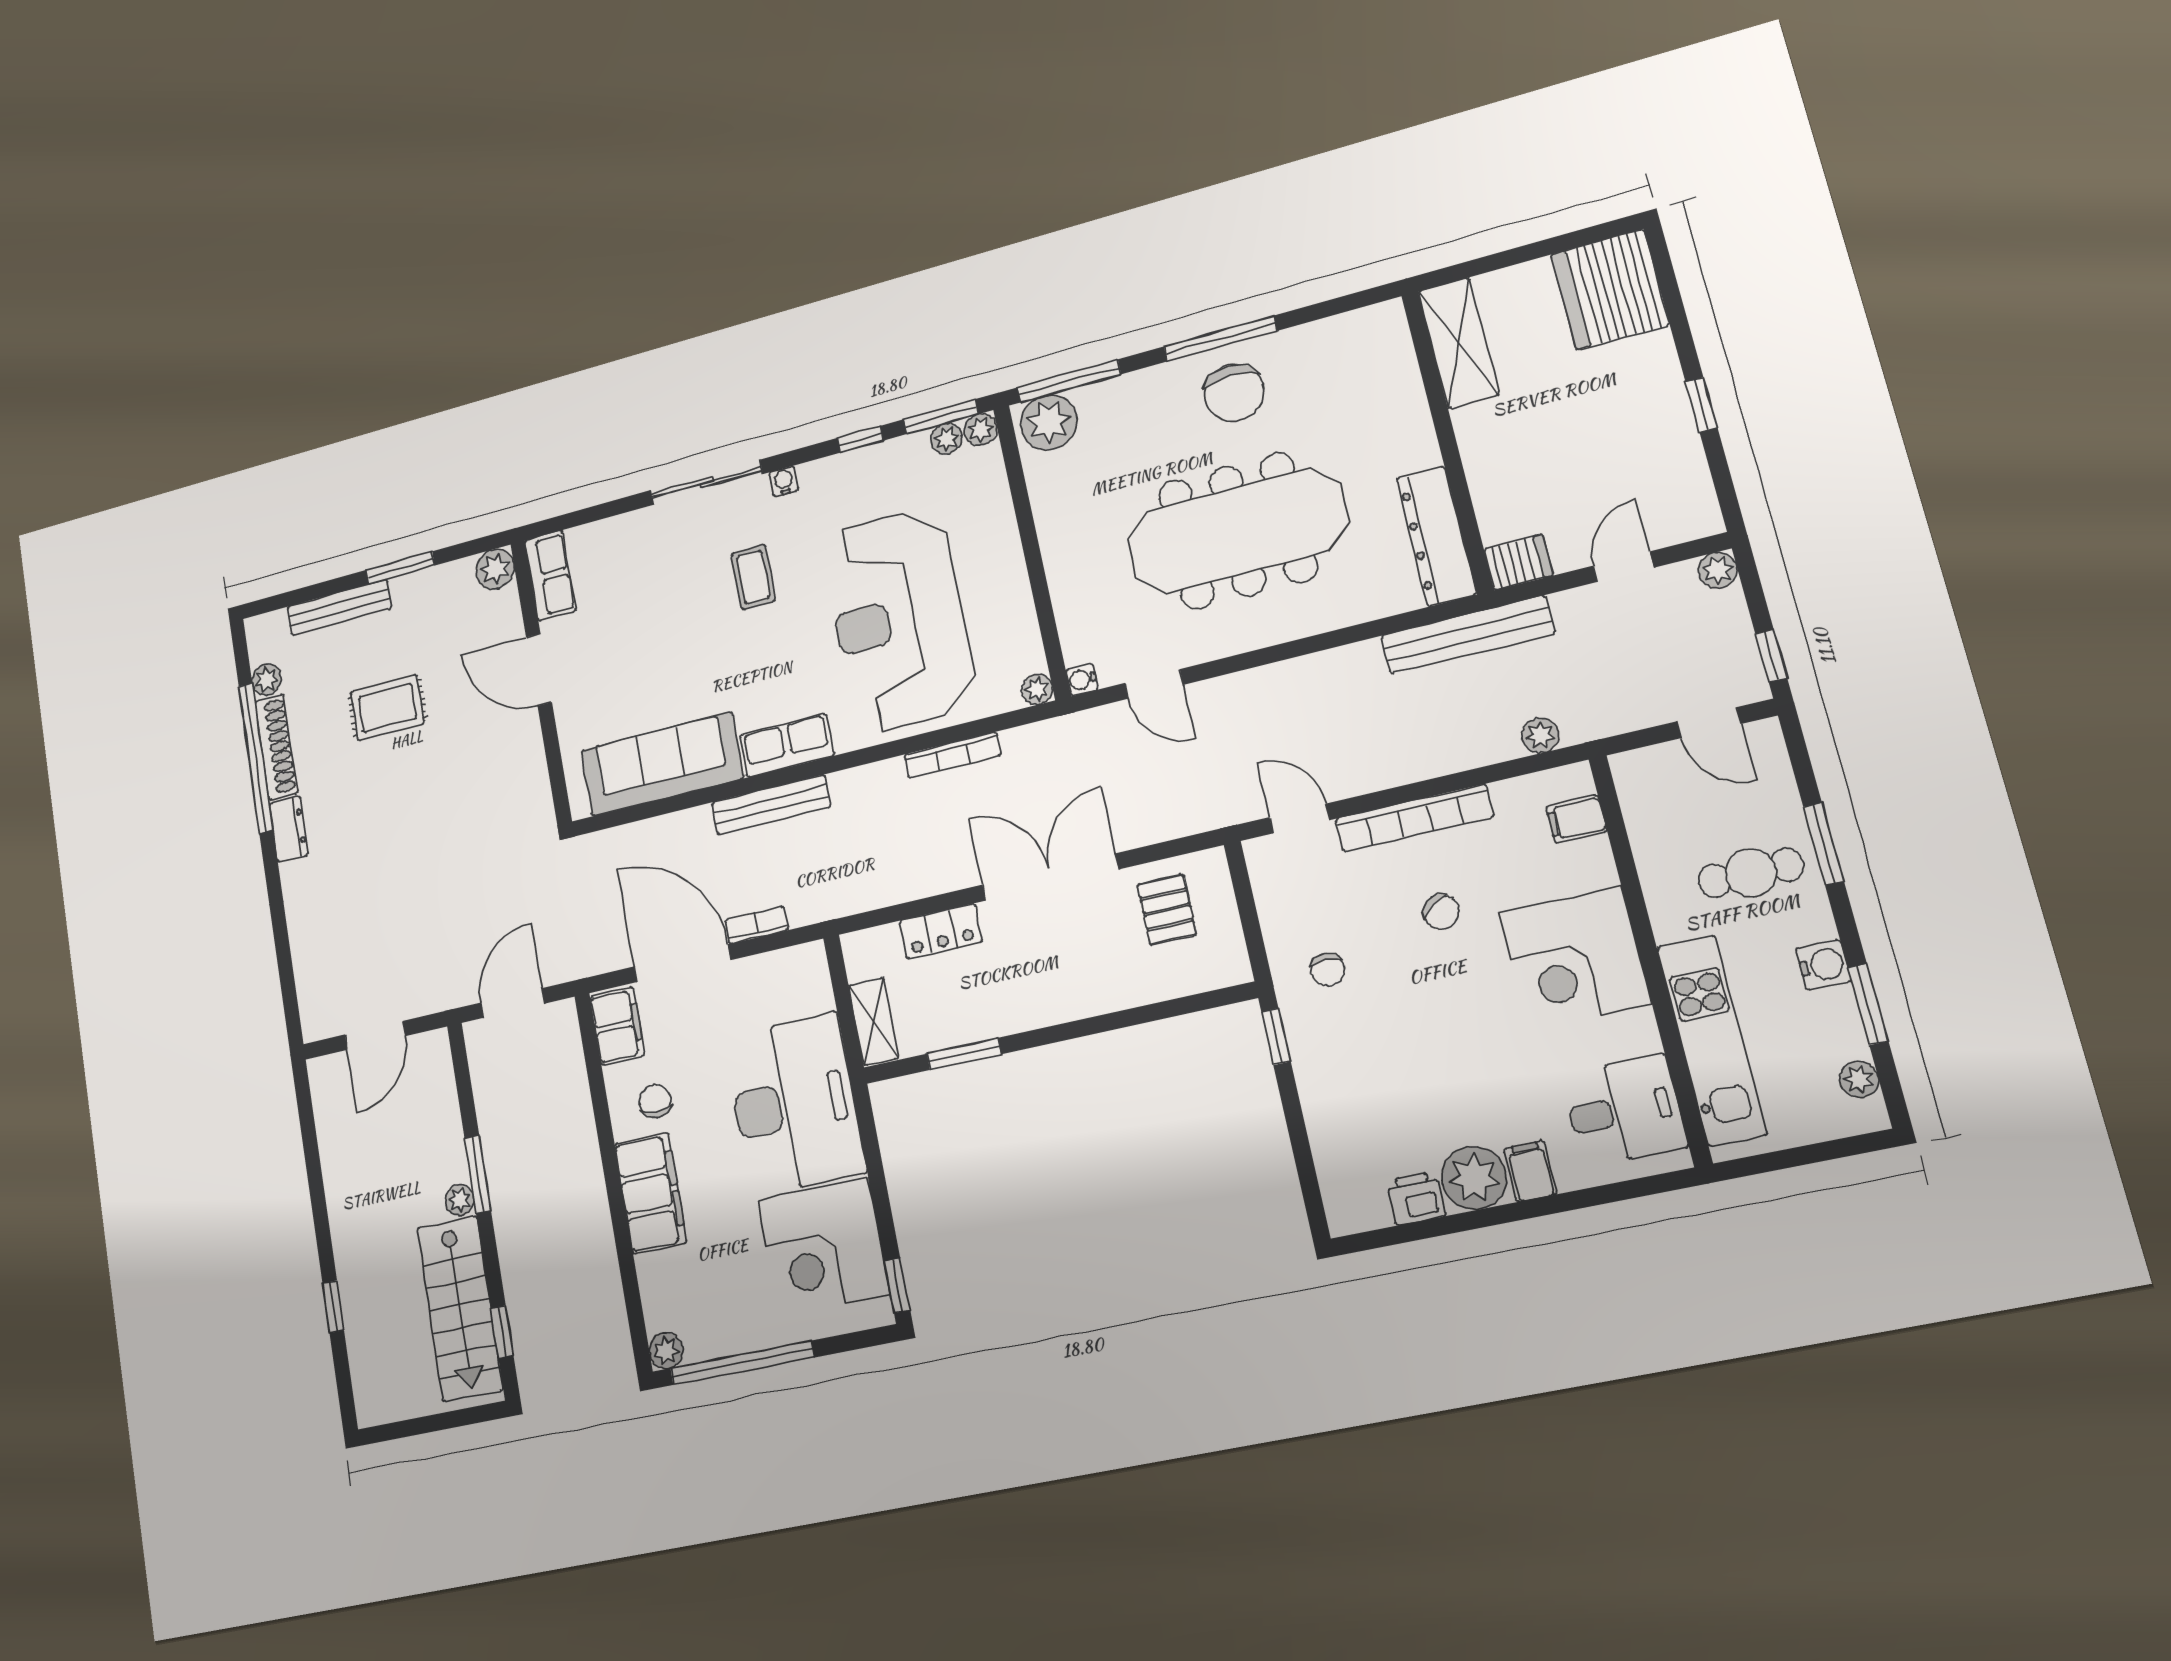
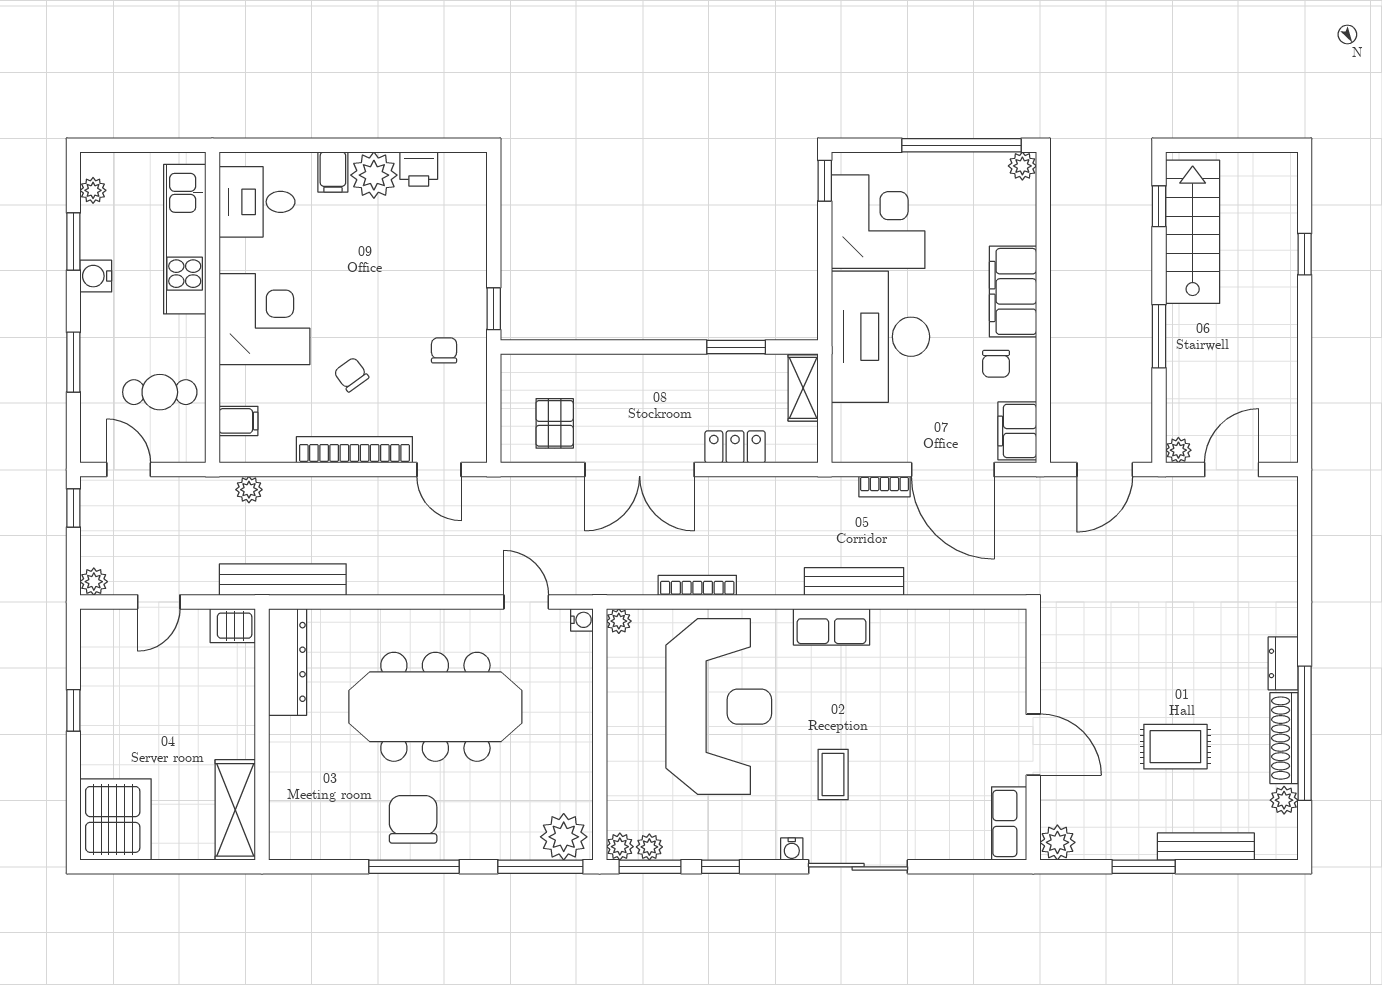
sofa: (662, 764) -> (940, 637), removed
cafe table: (1751, 873) -> (160, 392), moved
plant: (460, 1200) -> (1178, 450), moved

